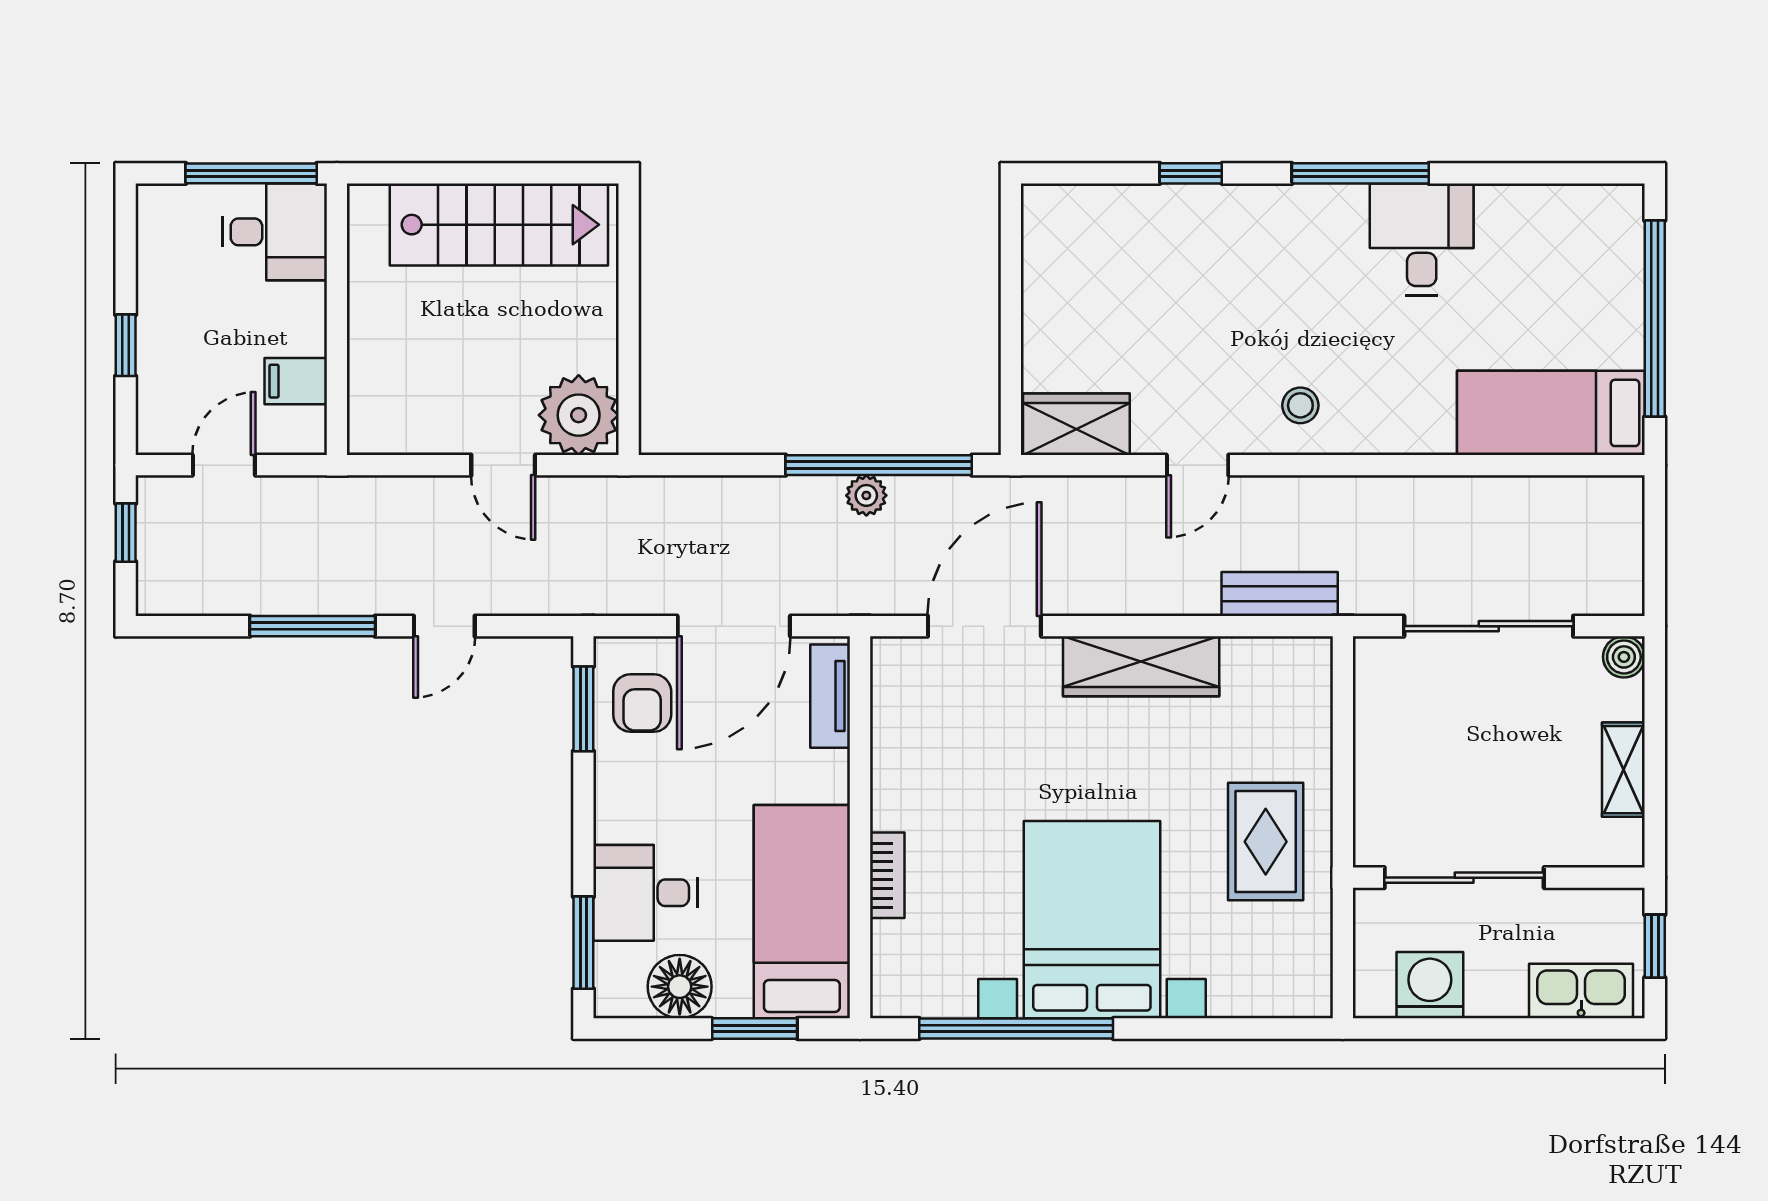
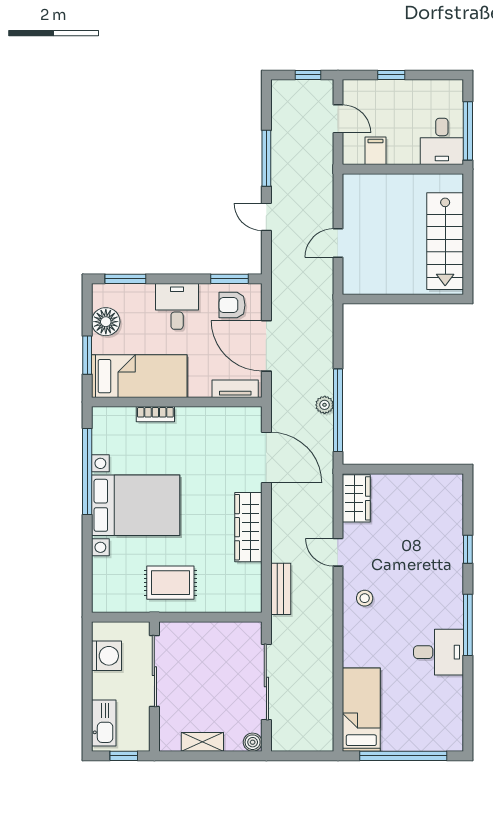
plant: (579, 415) -> (360, 277), removed
desk: (645, 893) -> (177, 306), moved

